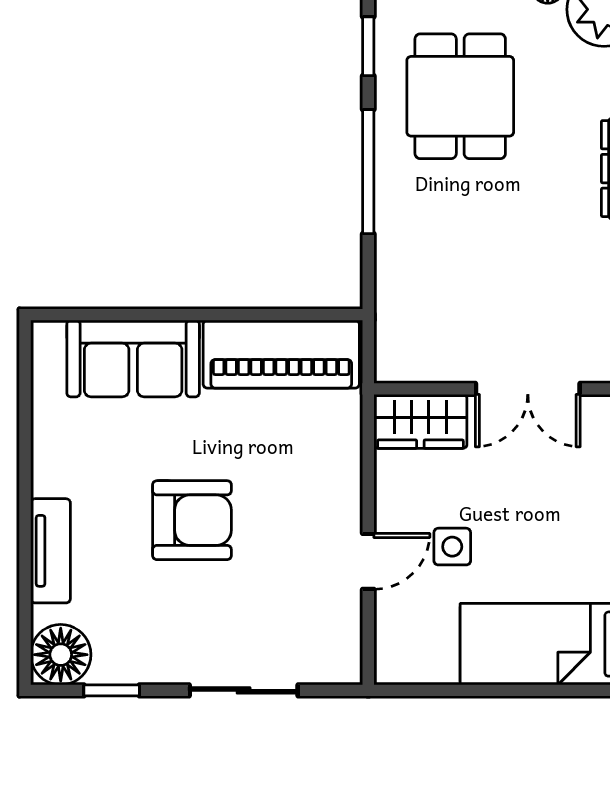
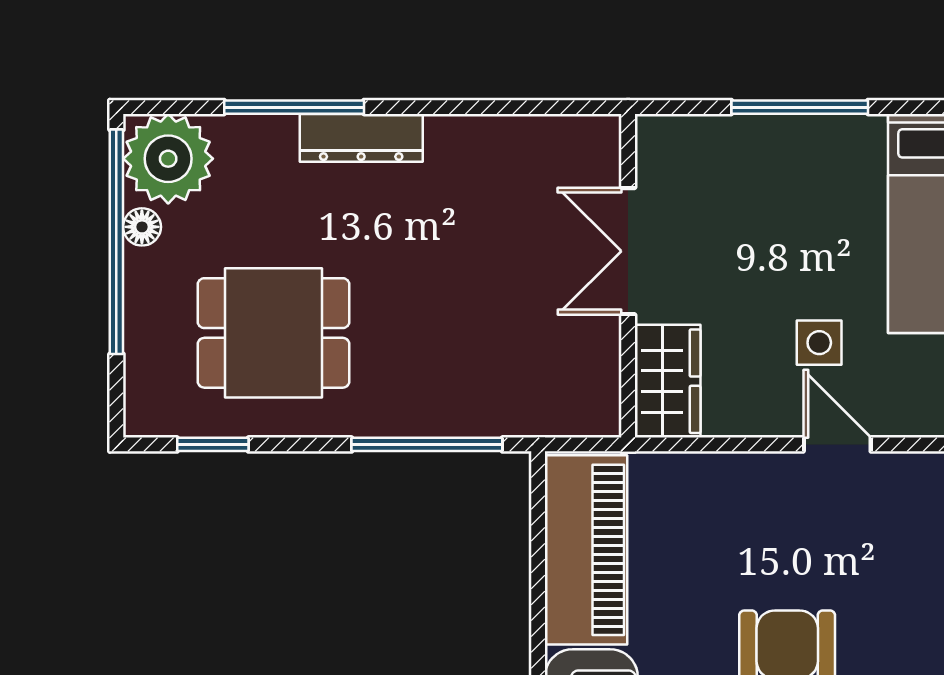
window: (368, 172) -> (427, 444), moved
double door: (528, 389) -> (628, 251), swing flipped

